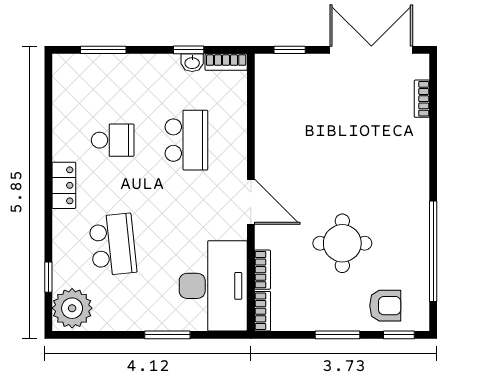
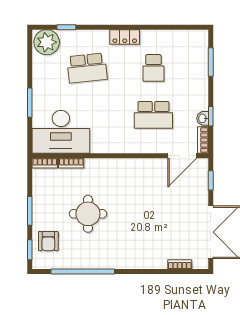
door: (251, 202) -> (182, 156), moved

